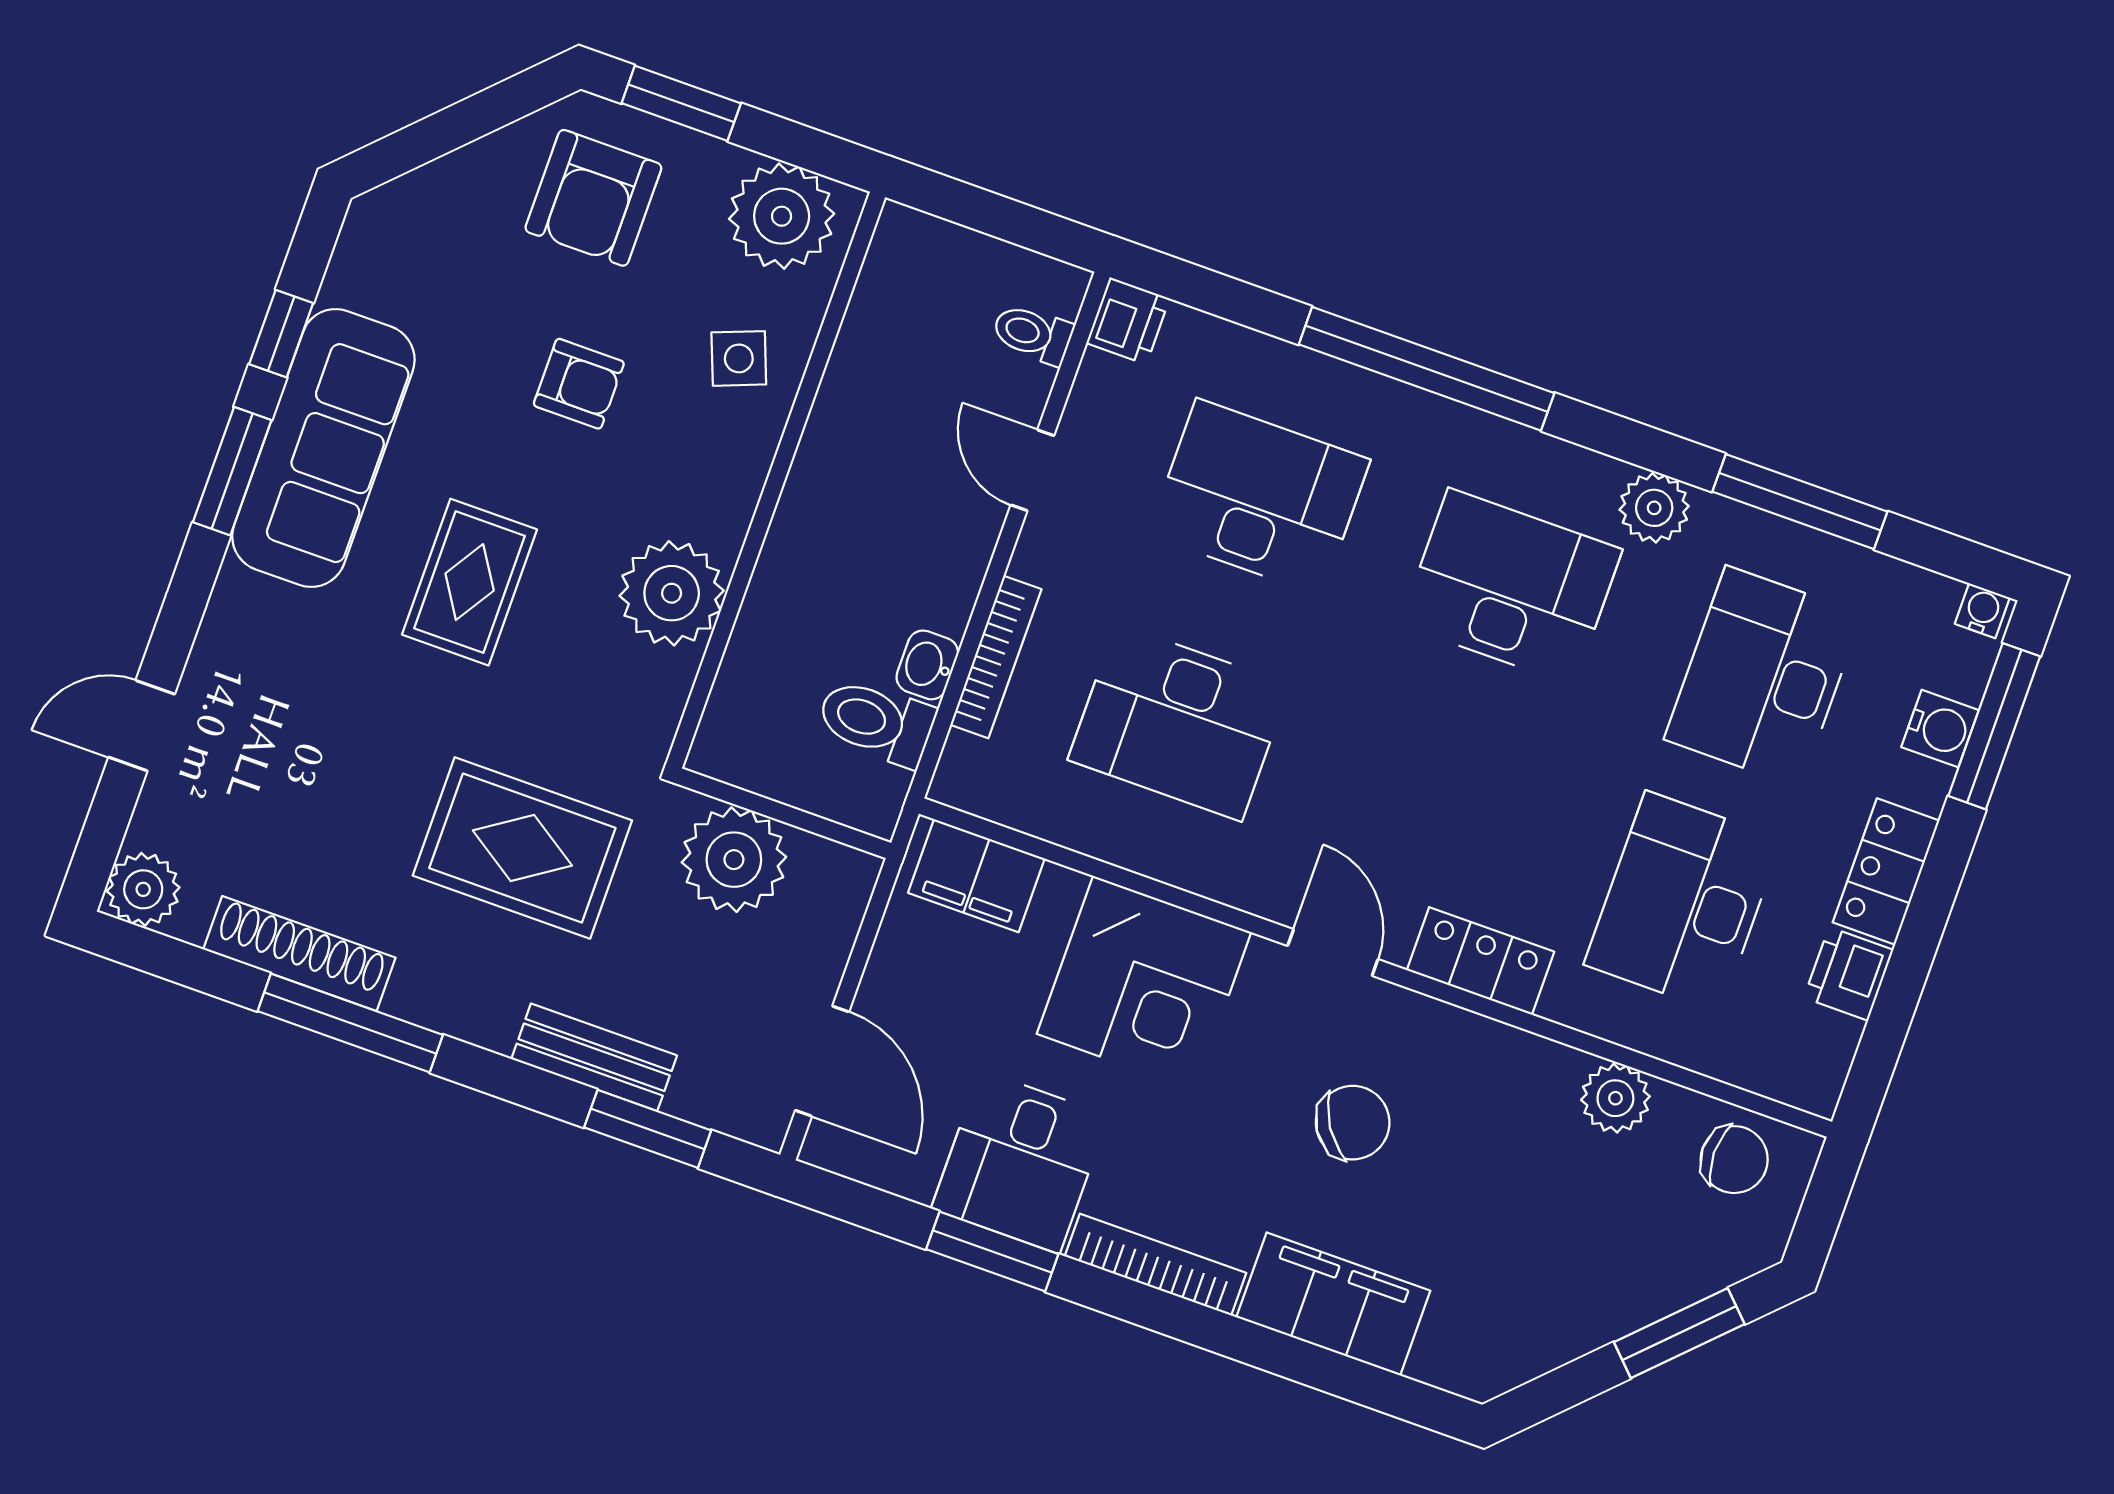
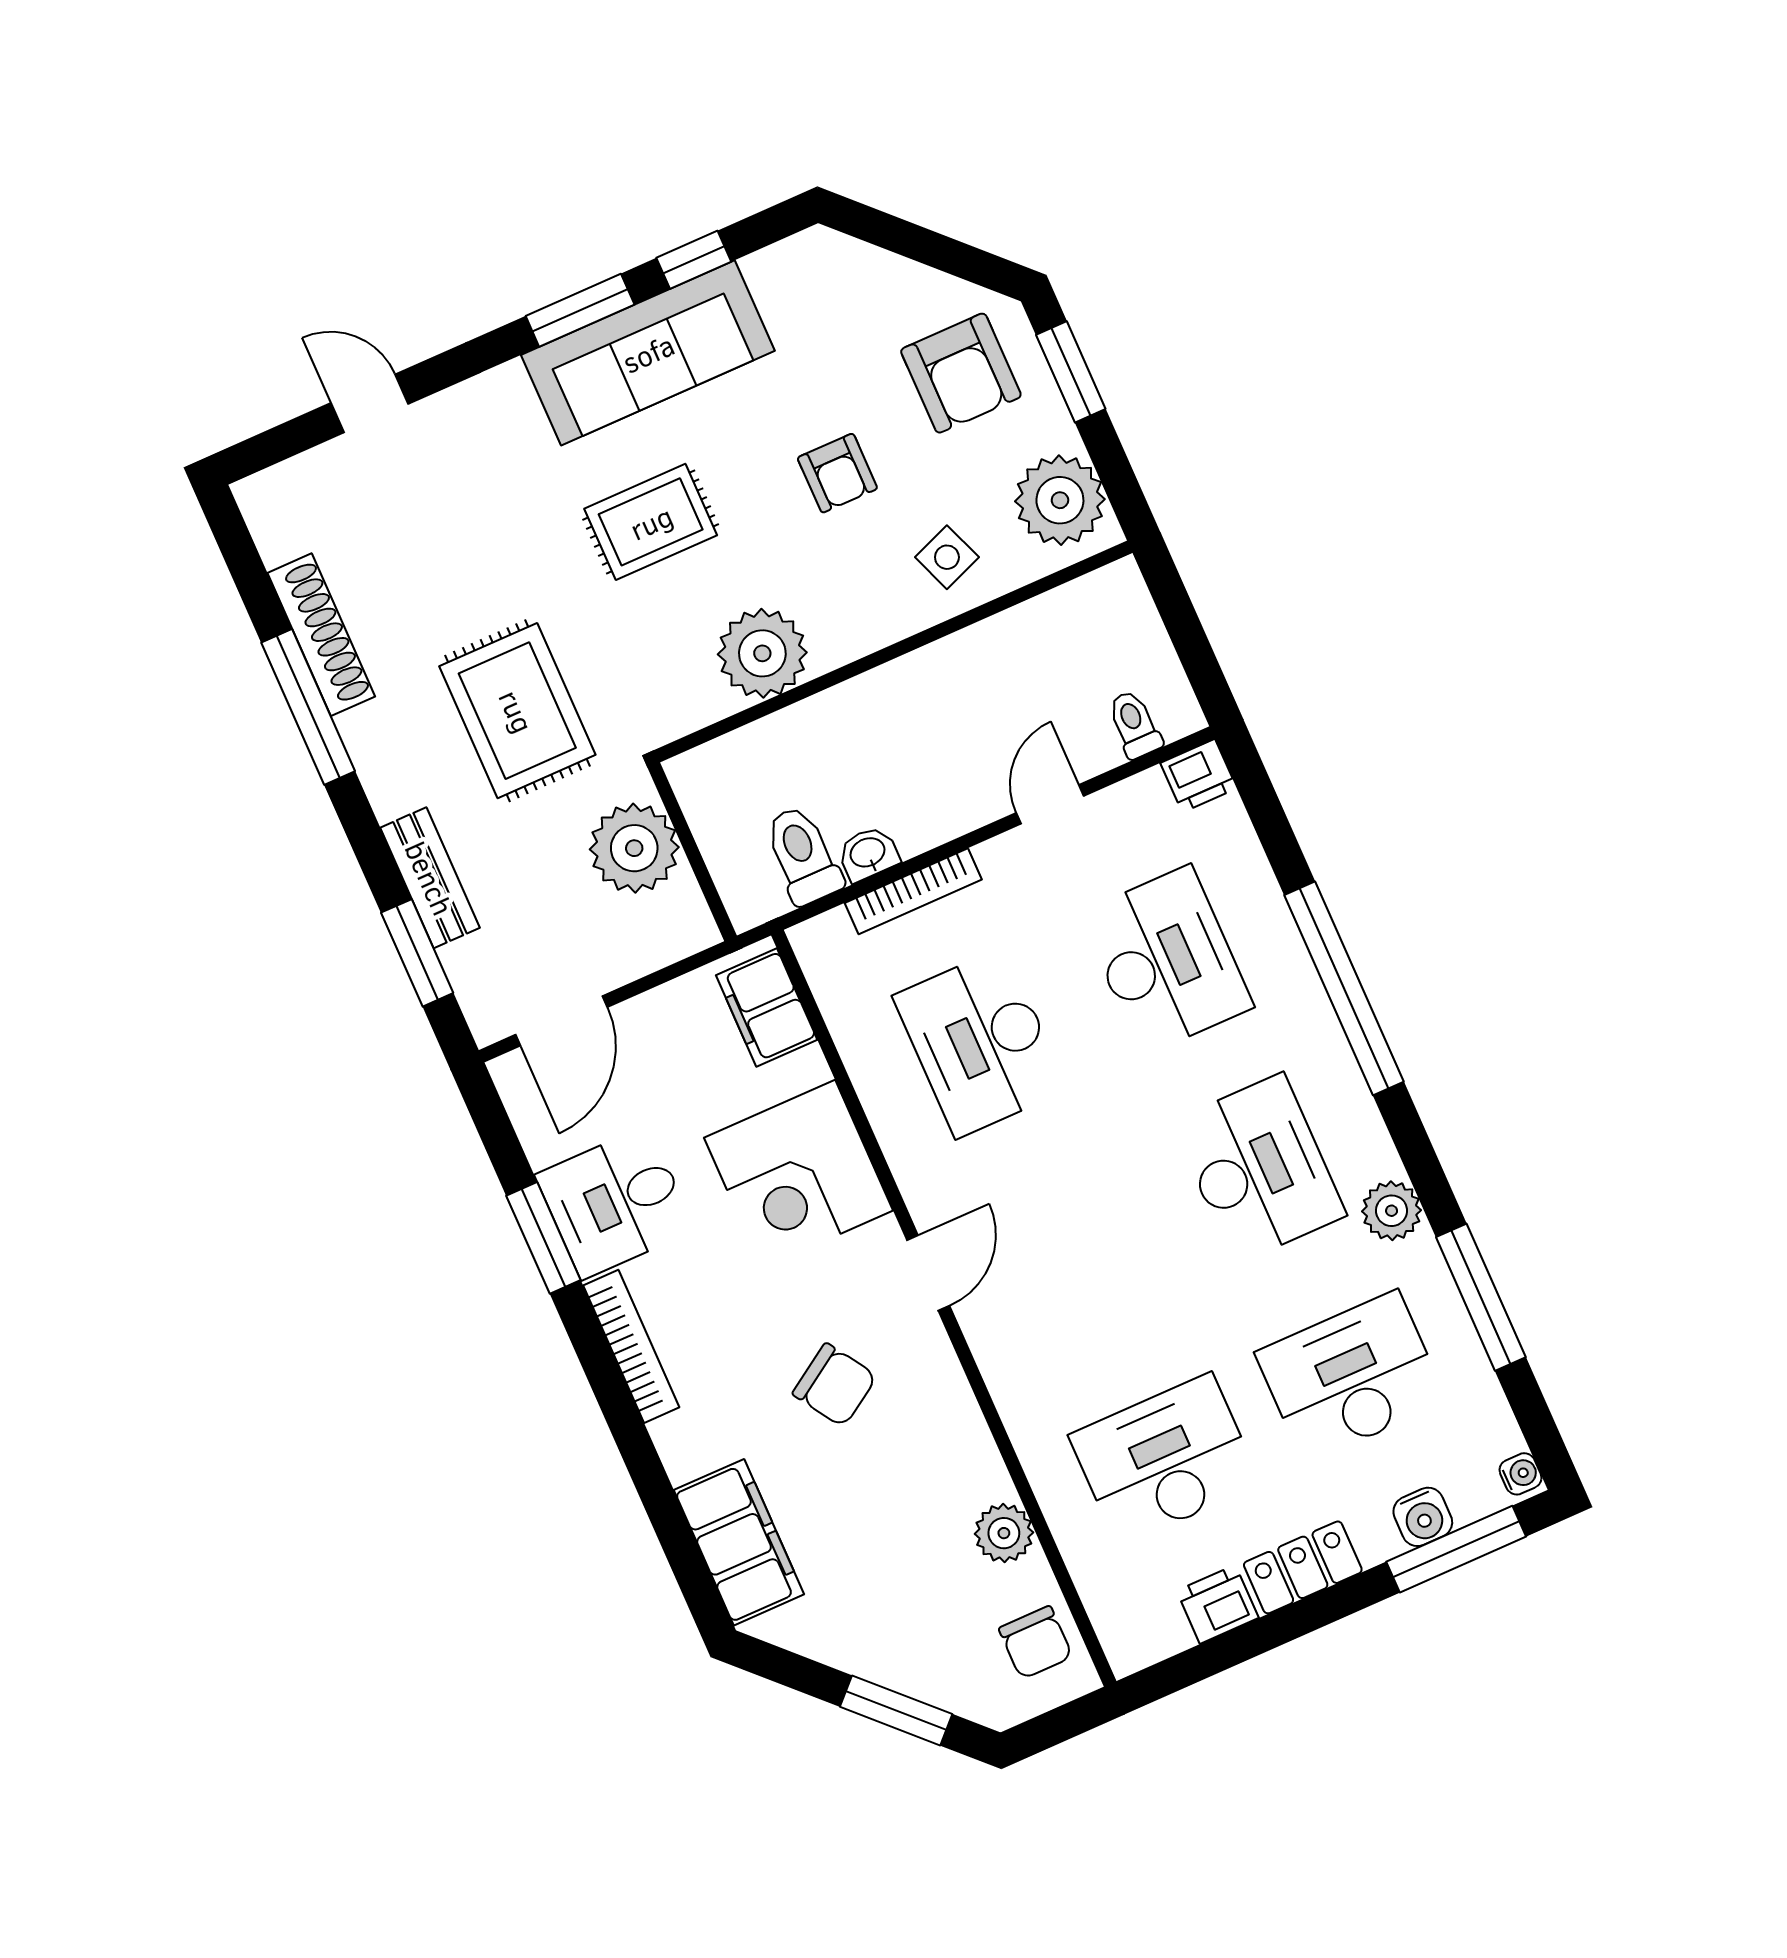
armchair: (593, 198) -> (961, 373), turned -90
plant: (143, 889) -> (269, 500), removed
locker: (1480, 961) -> (1010, 1369), removed
filing cabinet: (1333, 1304) -> (739, 1542), moved

